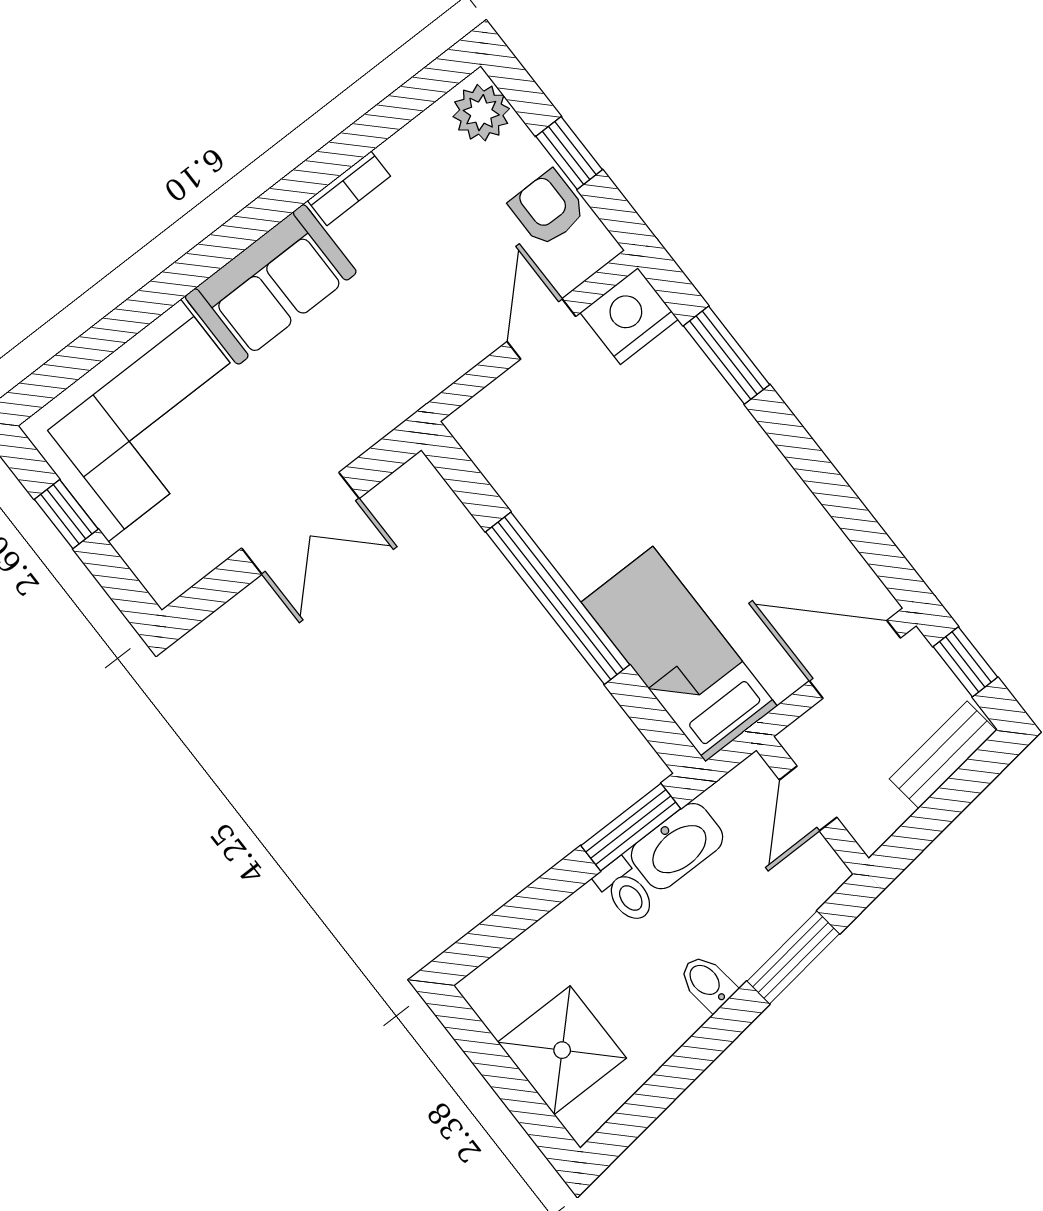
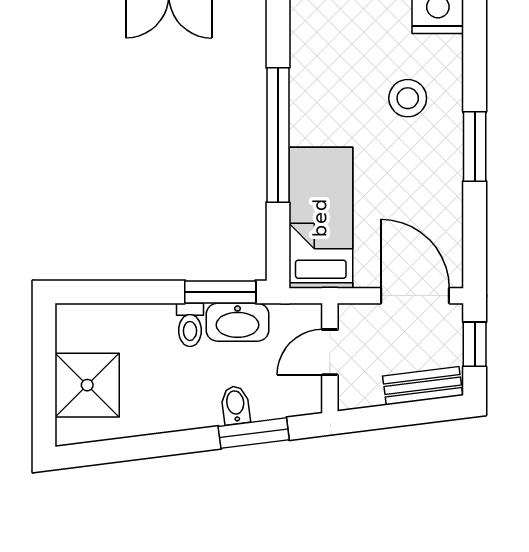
window: (727, 355) -> (475, 146), moved
stool: (672, 442) -> (408, 98), added
bidet: (707, 983) -> (236, 405), moved

